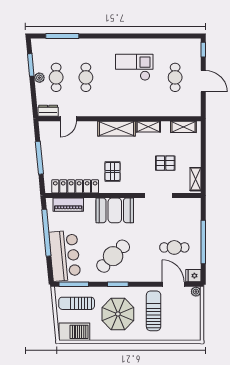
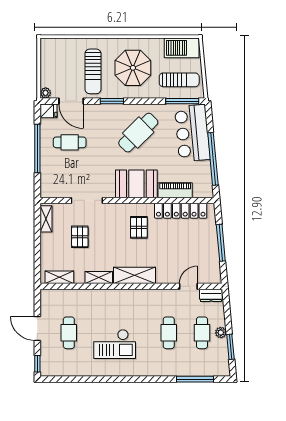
pallet: (165, 163) -> (80, 237), turned 90
piano: (68, 205) -> (175, 190), moved
window: (118, 284) -> (112, 101), moved

